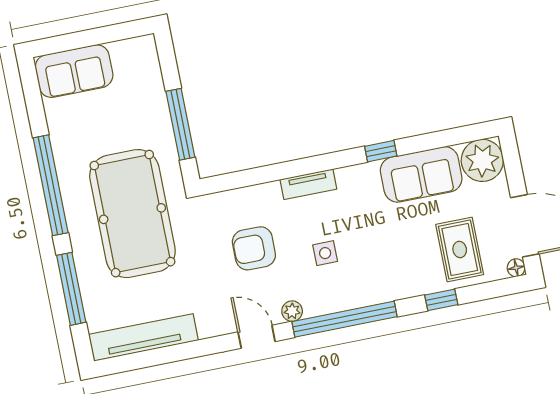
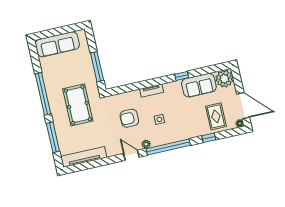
sofa: (74, 71) -> (57, 44), width x1.36
pool table: (132, 214) -> (78, 105), width x0.73, depth x0.76

